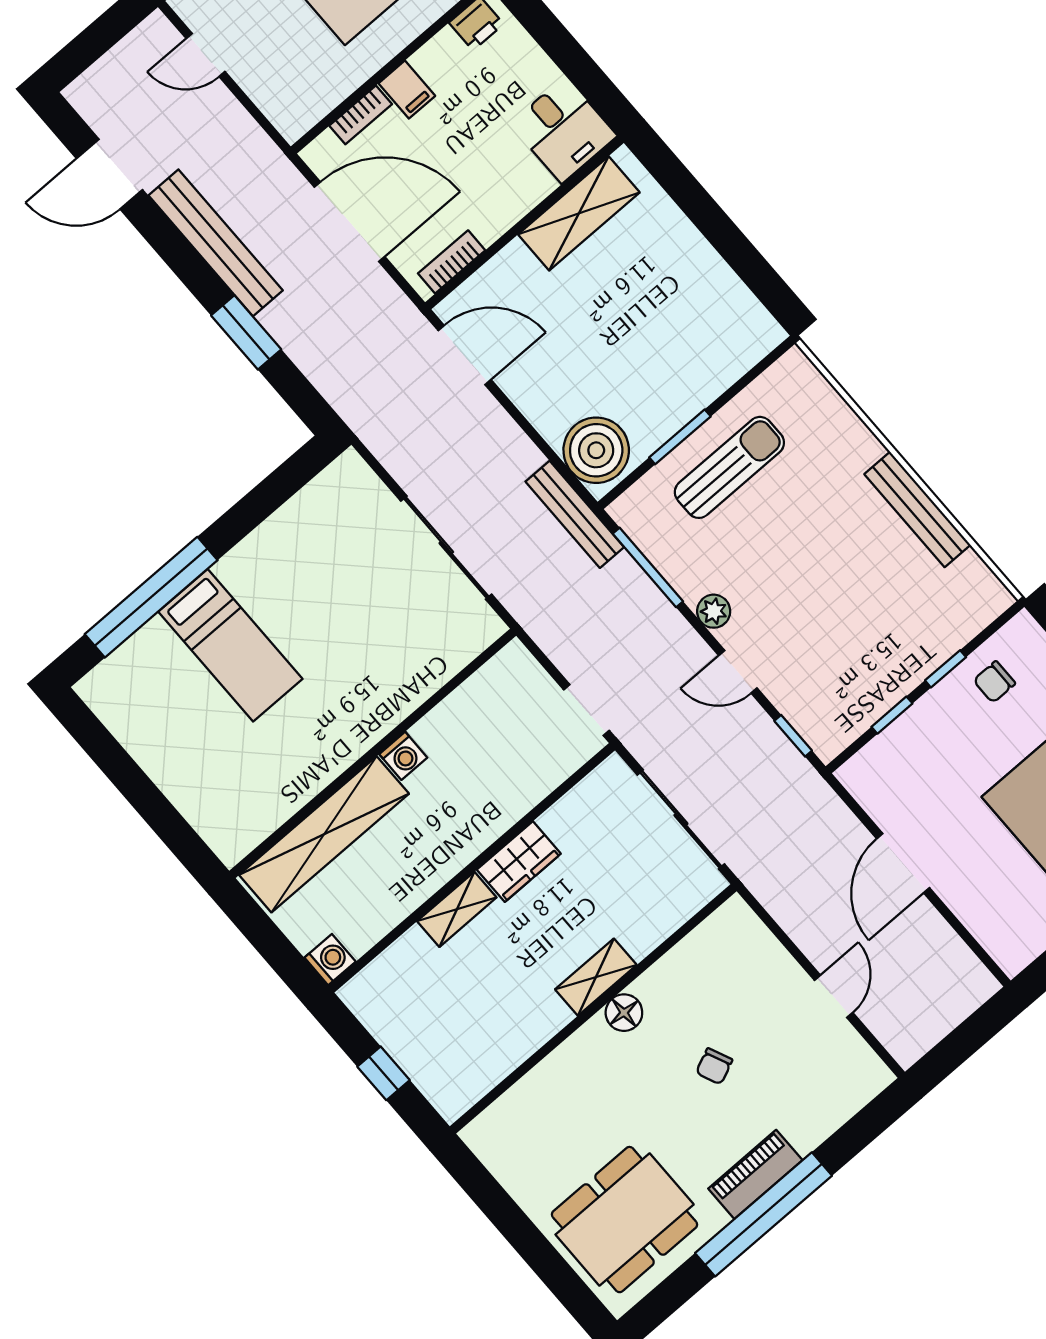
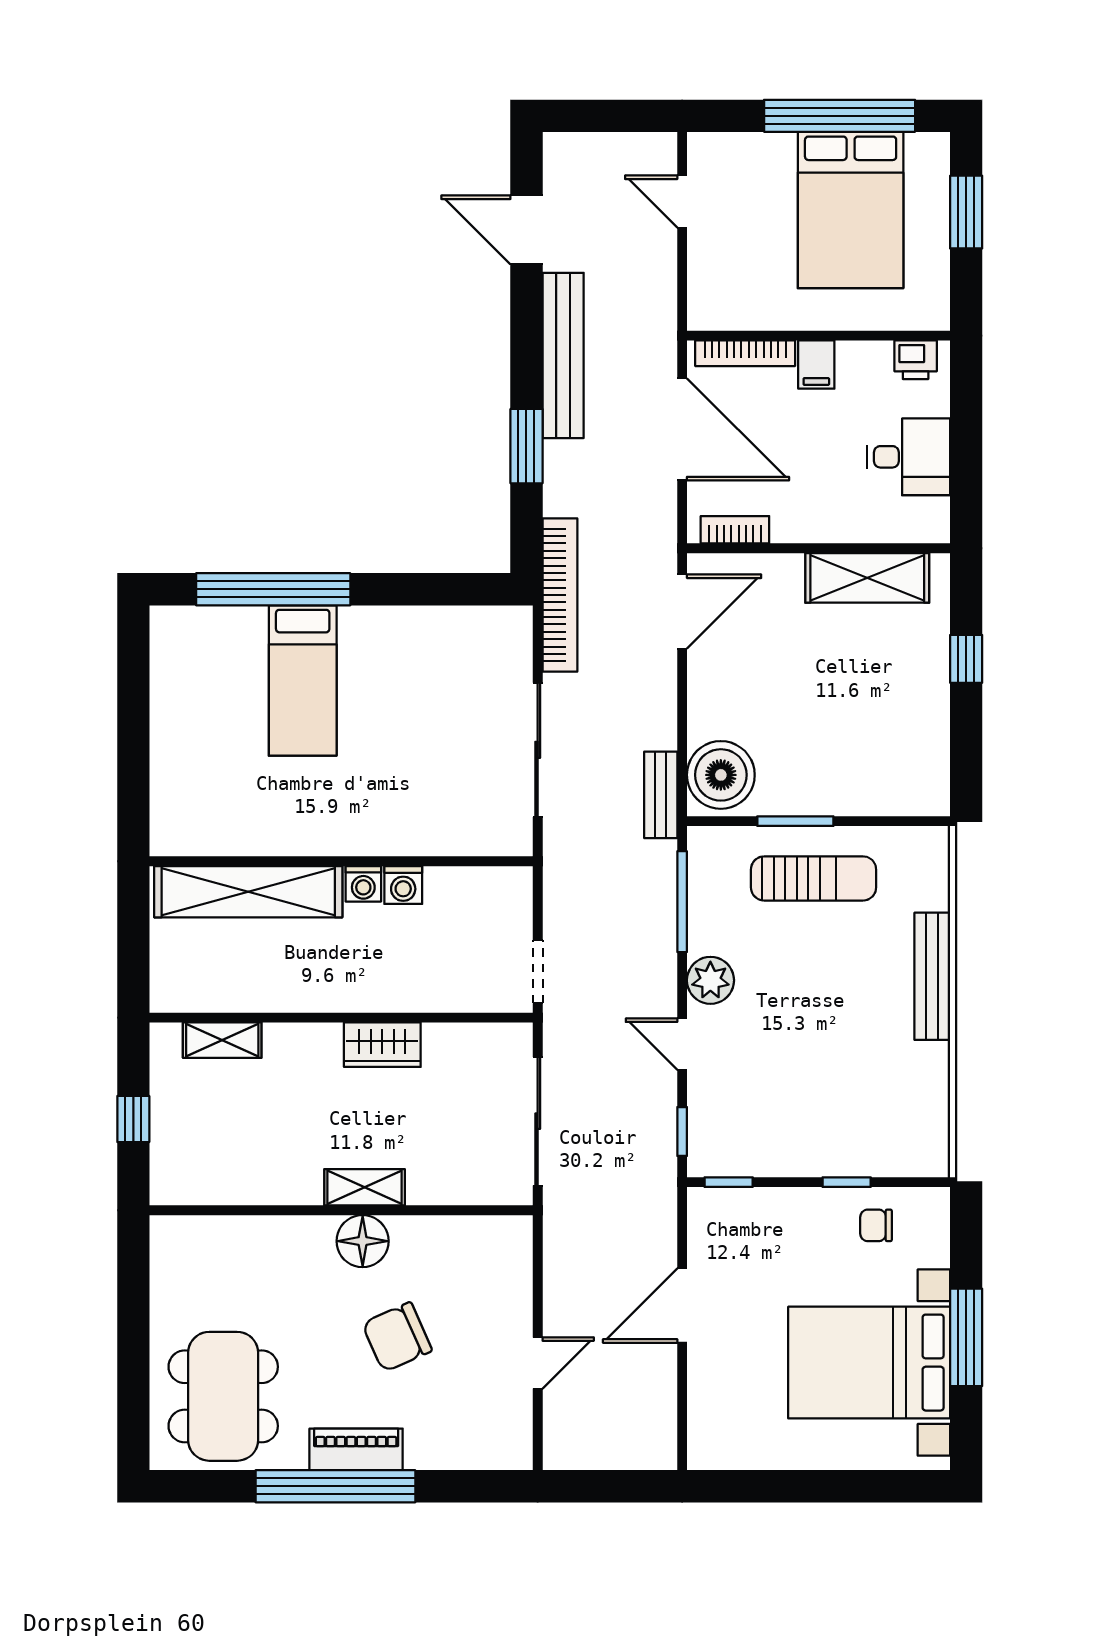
bookcase: (361, 115) -> (745, 353), width x1.56
desk: (563, 130) -> (909, 457), moved, turned -90
window: (702, 210) -> (966, 659), added
door: (465, 355) -> (682, 612), hinge flipped
bookcase: (365, 420) -> (560, 595), added
bench: (917, 509) -> (932, 976), moved
bench: (575, 514) -> (661, 795), width x0.73
plant: (714, 611) -> (710, 980), width x1.38, depth x1.38
window: (892, 715) -> (729, 1182), moved
shelving: (457, 909) -> (222, 1040), moved
washing machine: (330, 960) -> (403, 885), moved, turned 90
floor lamp: (624, 1013) -> (363, 1241), width x1.38, depth x1.38
chair: (714, 1066) -> (397, 1337), width x1.87, depth x1.87
dining table: (625, 1220) -> (223, 1396), turned 90

